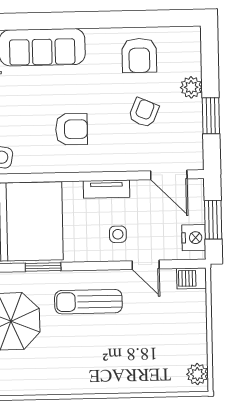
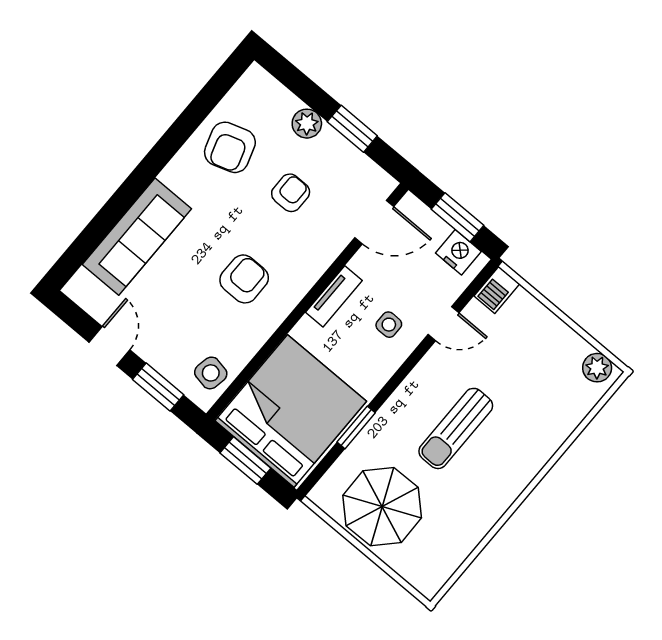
armchair: (139, 55) -> (230, 147), turned 72
armchair: (144, 113) -> (291, 193), turned 67
sun lounger: (88, 302) -> (456, 428), moved

